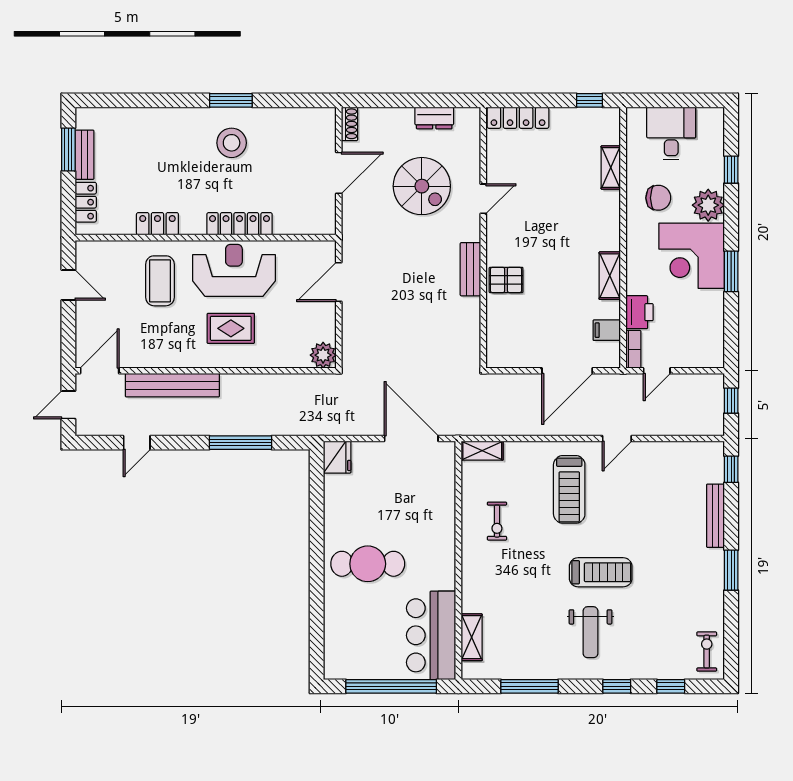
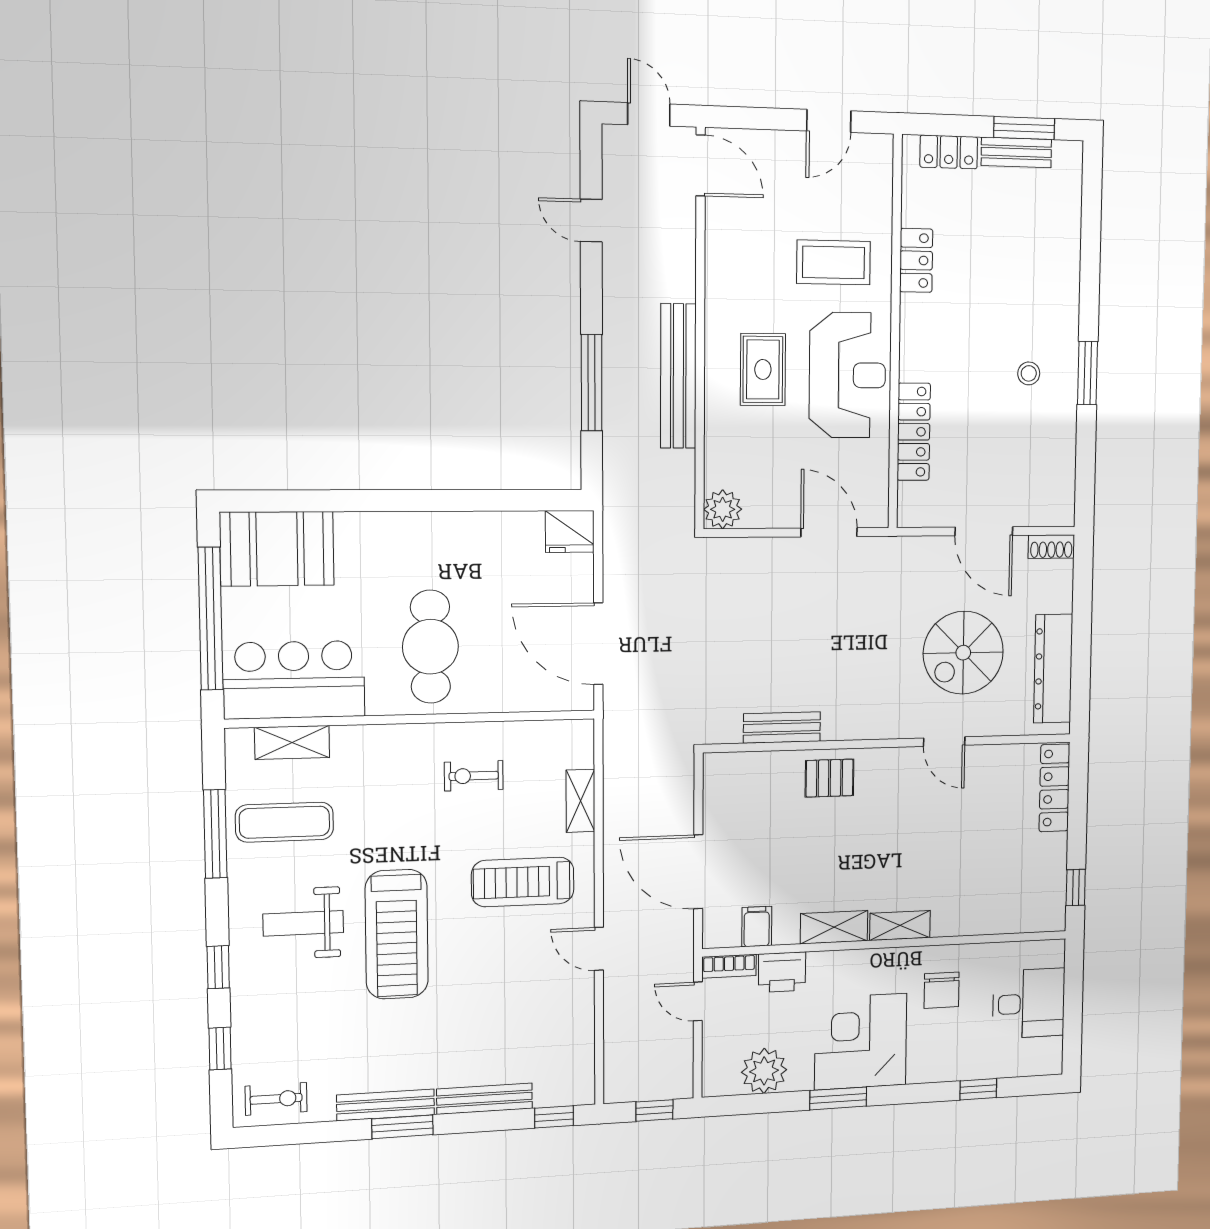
dresser: (434, 118) -> (1053, 669), width x1.96, depth x1.24
stool: (232, 143) -> (1029, 373), width x0.53, depth x0.53
shelving: (611, 168) -> (900, 925), moved
plant: (708, 205) -> (764, 1071), moved
locker: (240, 224) -> (914, 432), moved
bench: (470, 269) -> (782, 727), moved
pallet: (506, 280) -> (830, 778), turned 90
bench: (172, 385) -> (678, 376), moved
door: (411, 439) -> (598, 644), swing flipped
shelving: (482, 451) -> (580, 801), moved
cafe table: (368, 564) -> (430, 647), moved
treadmill: (601, 572) -> (397, 934), width x1.37, depth x1.38
bench: (715, 581) -> (386, 1105), added
exercise mat: (523, 643) -> (284, 822), added
booth: (347, 644) -> (277, 549), added

